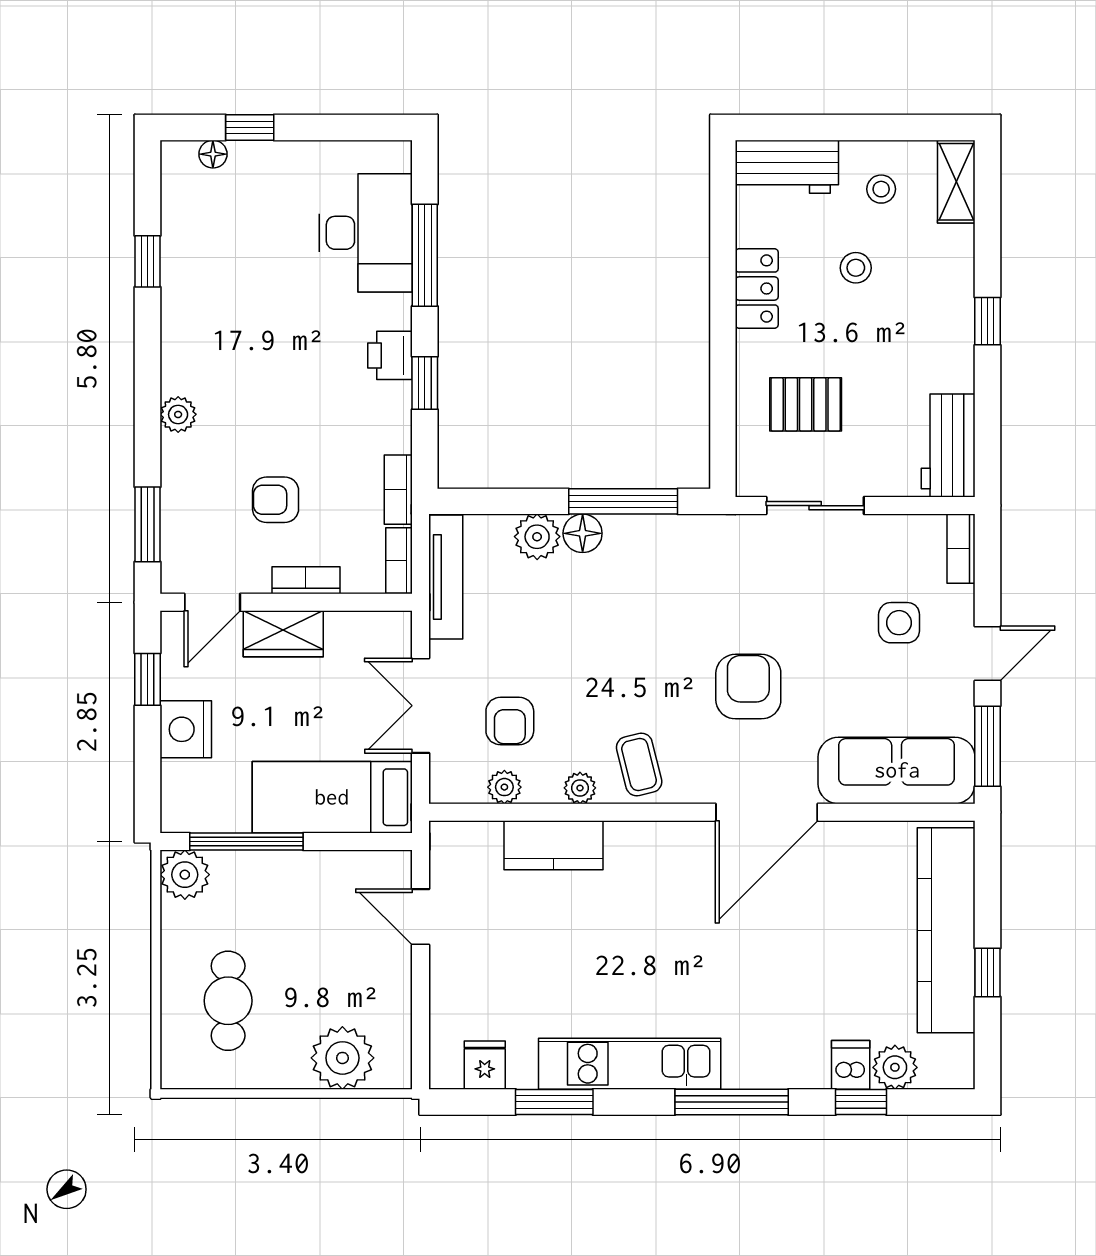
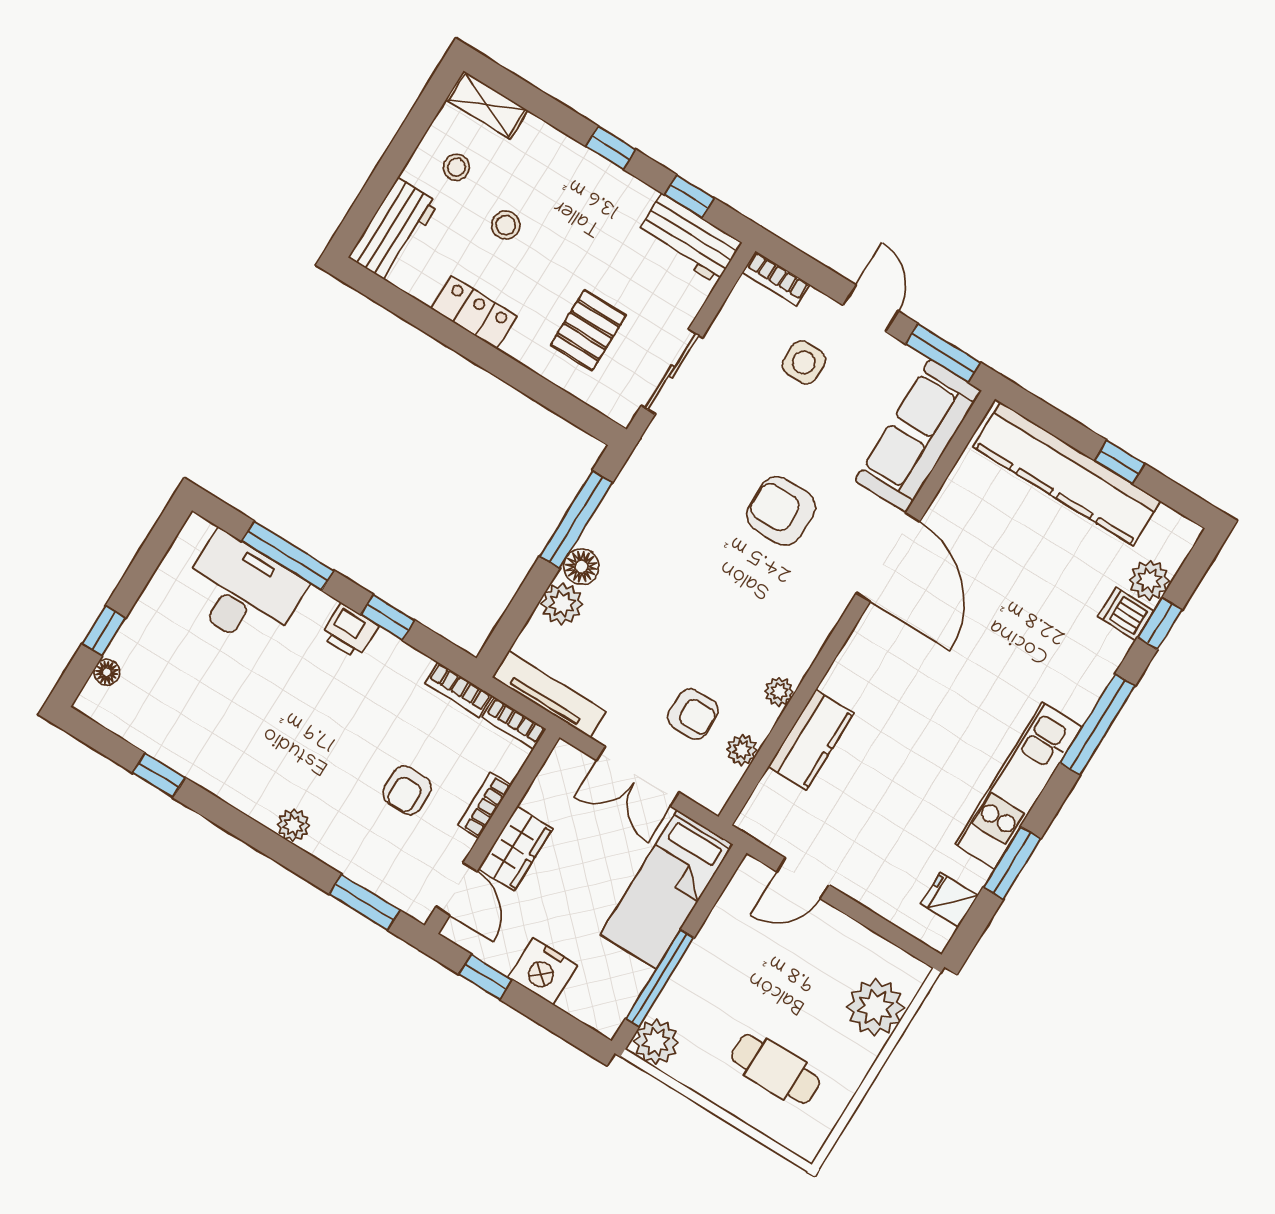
window: (987, 421) -> (689, 196), added
coffee table: (639, 764) -> (789, 634), removed

